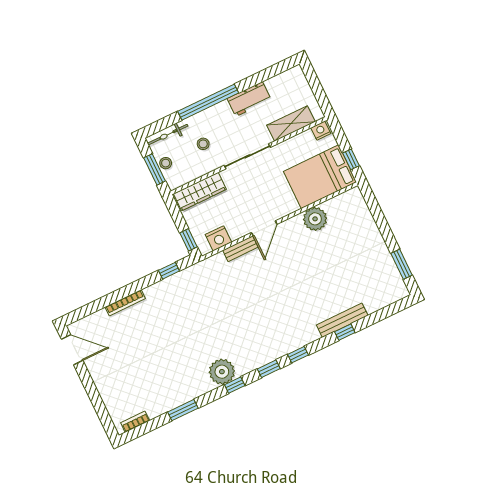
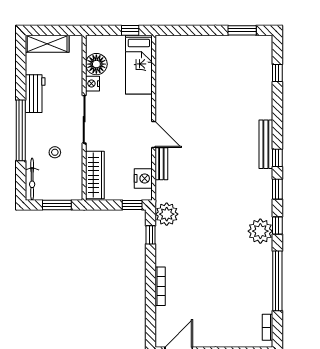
shelving: (291, 123) -> (47, 44), moved, turned 90
nightstand: (321, 131) -> (93, 84), moved
floor lamp: (304, 143) -> (96, 64), added
stool: (166, 163) -> (56, 193), removed
bed: (320, 177) -> (139, 65), width x0.67
plant: (315, 219) -> (167, 214), moved
bench: (342, 320) -> (266, 144), moved
window: (345, 332) -> (277, 73), moved
window: (183, 410) -> (277, 281), width x2.11

